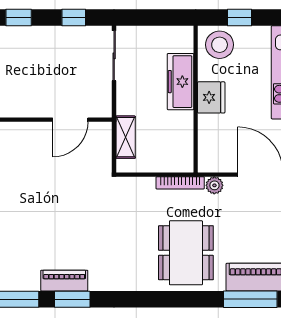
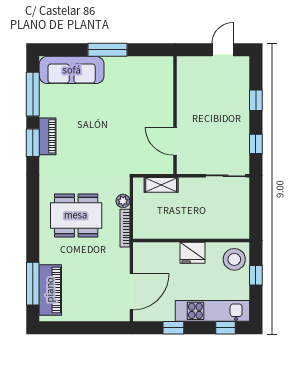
freezer: (181, 82) -> (205, 228), removed
plant: (214, 185) -> (123, 201), moved
dining table: (186, 253) -> (76, 215), moved

